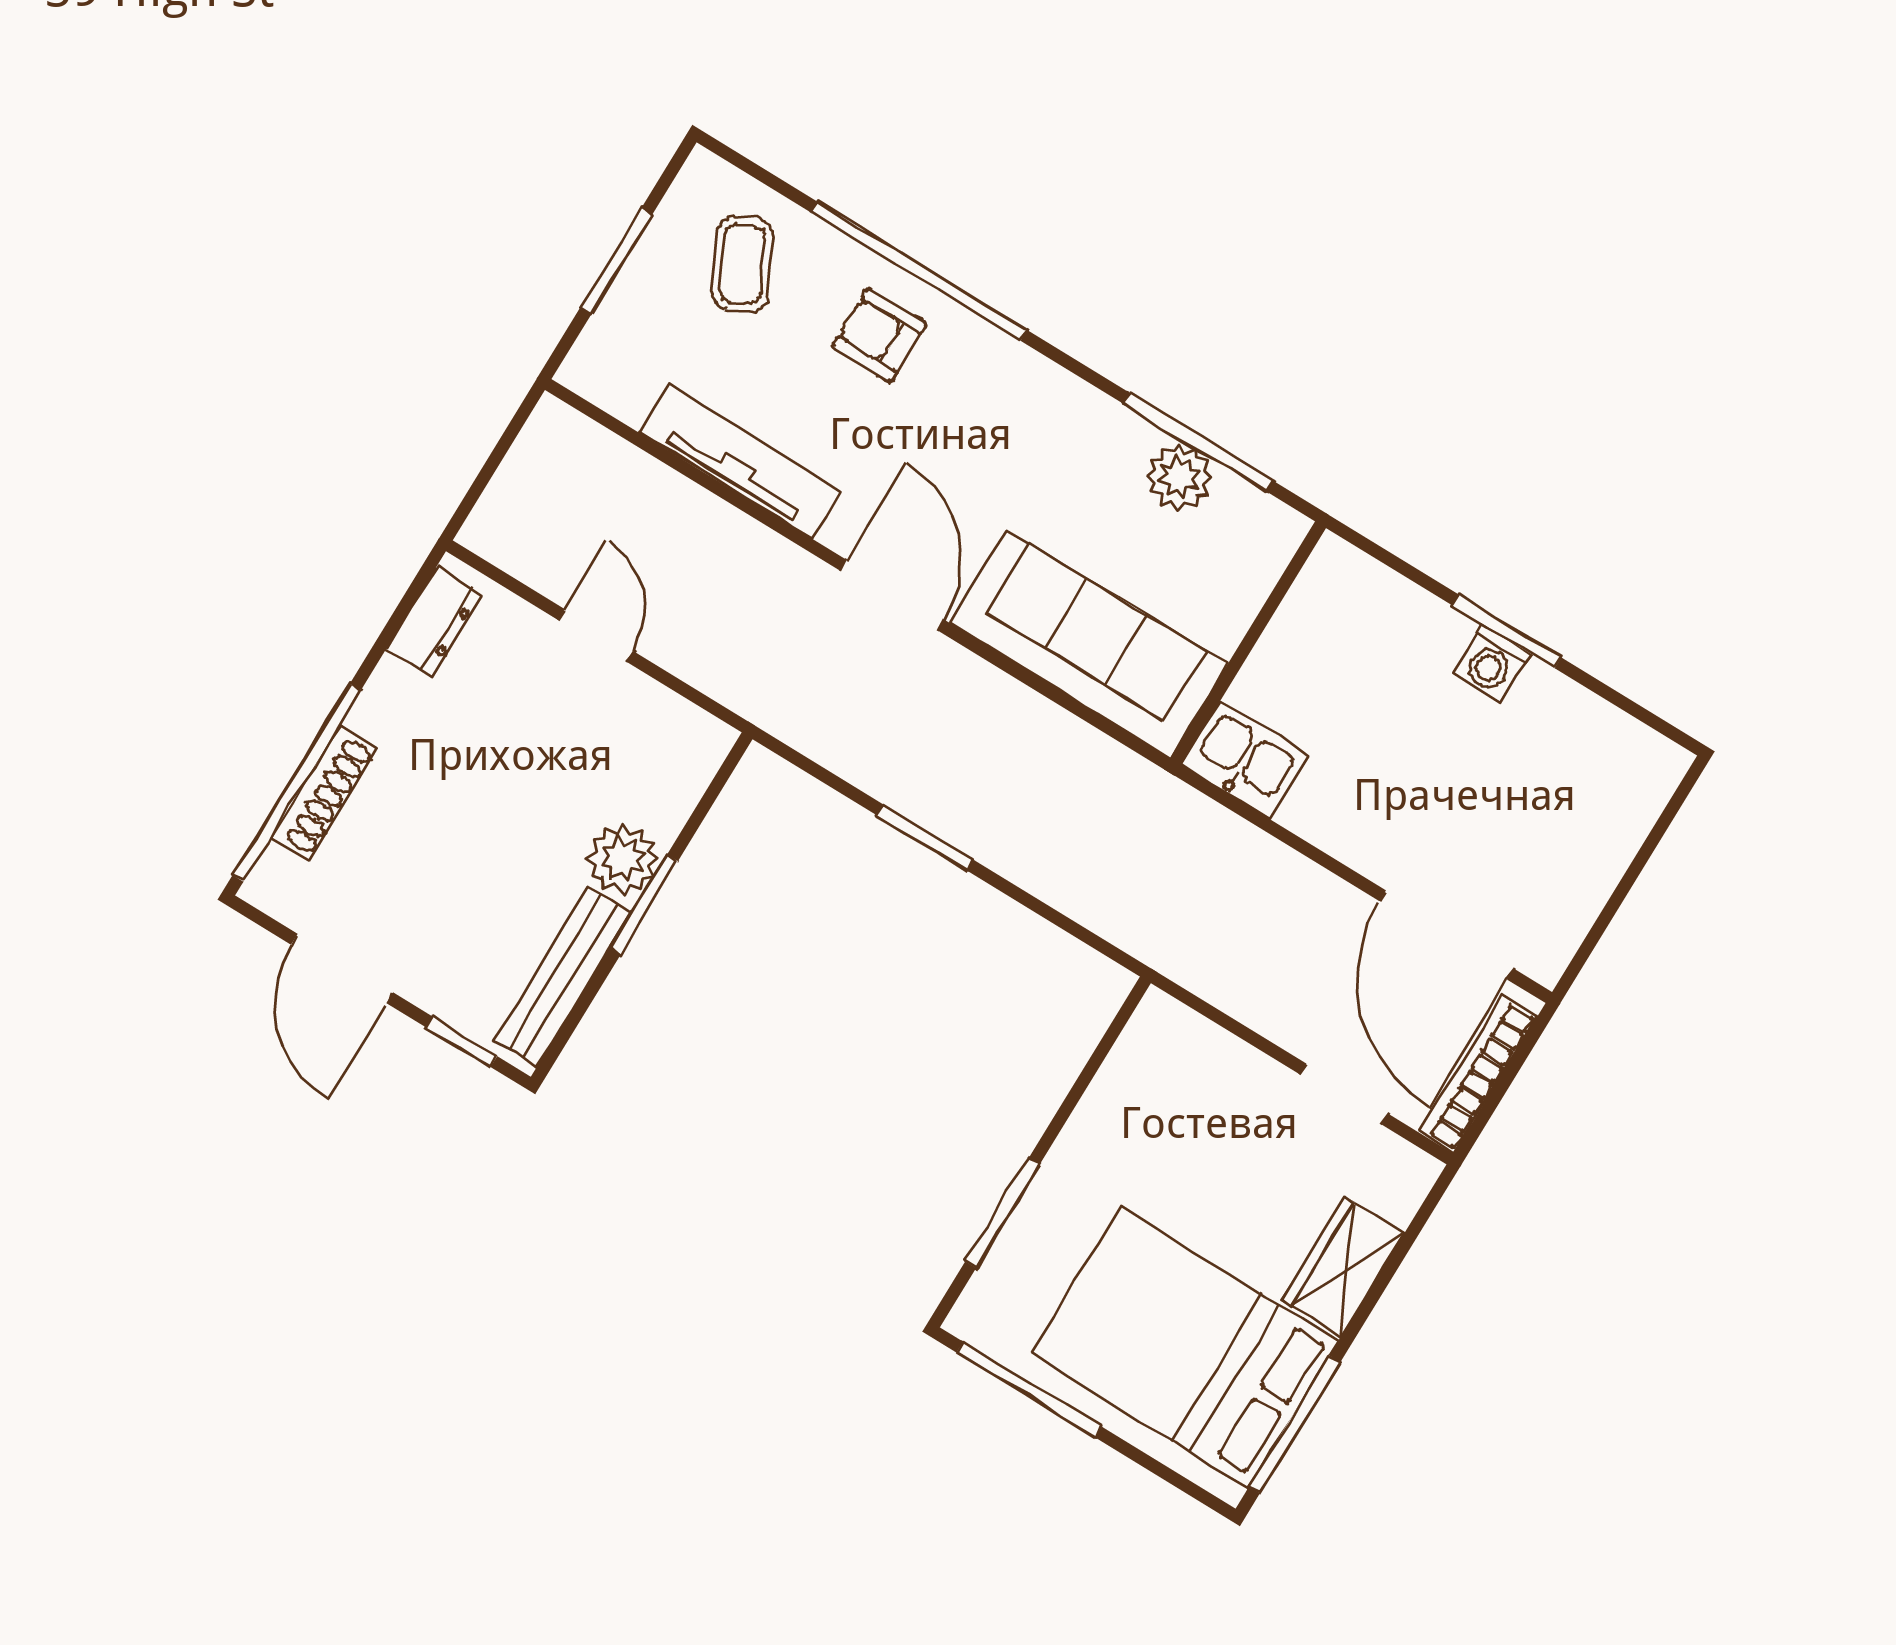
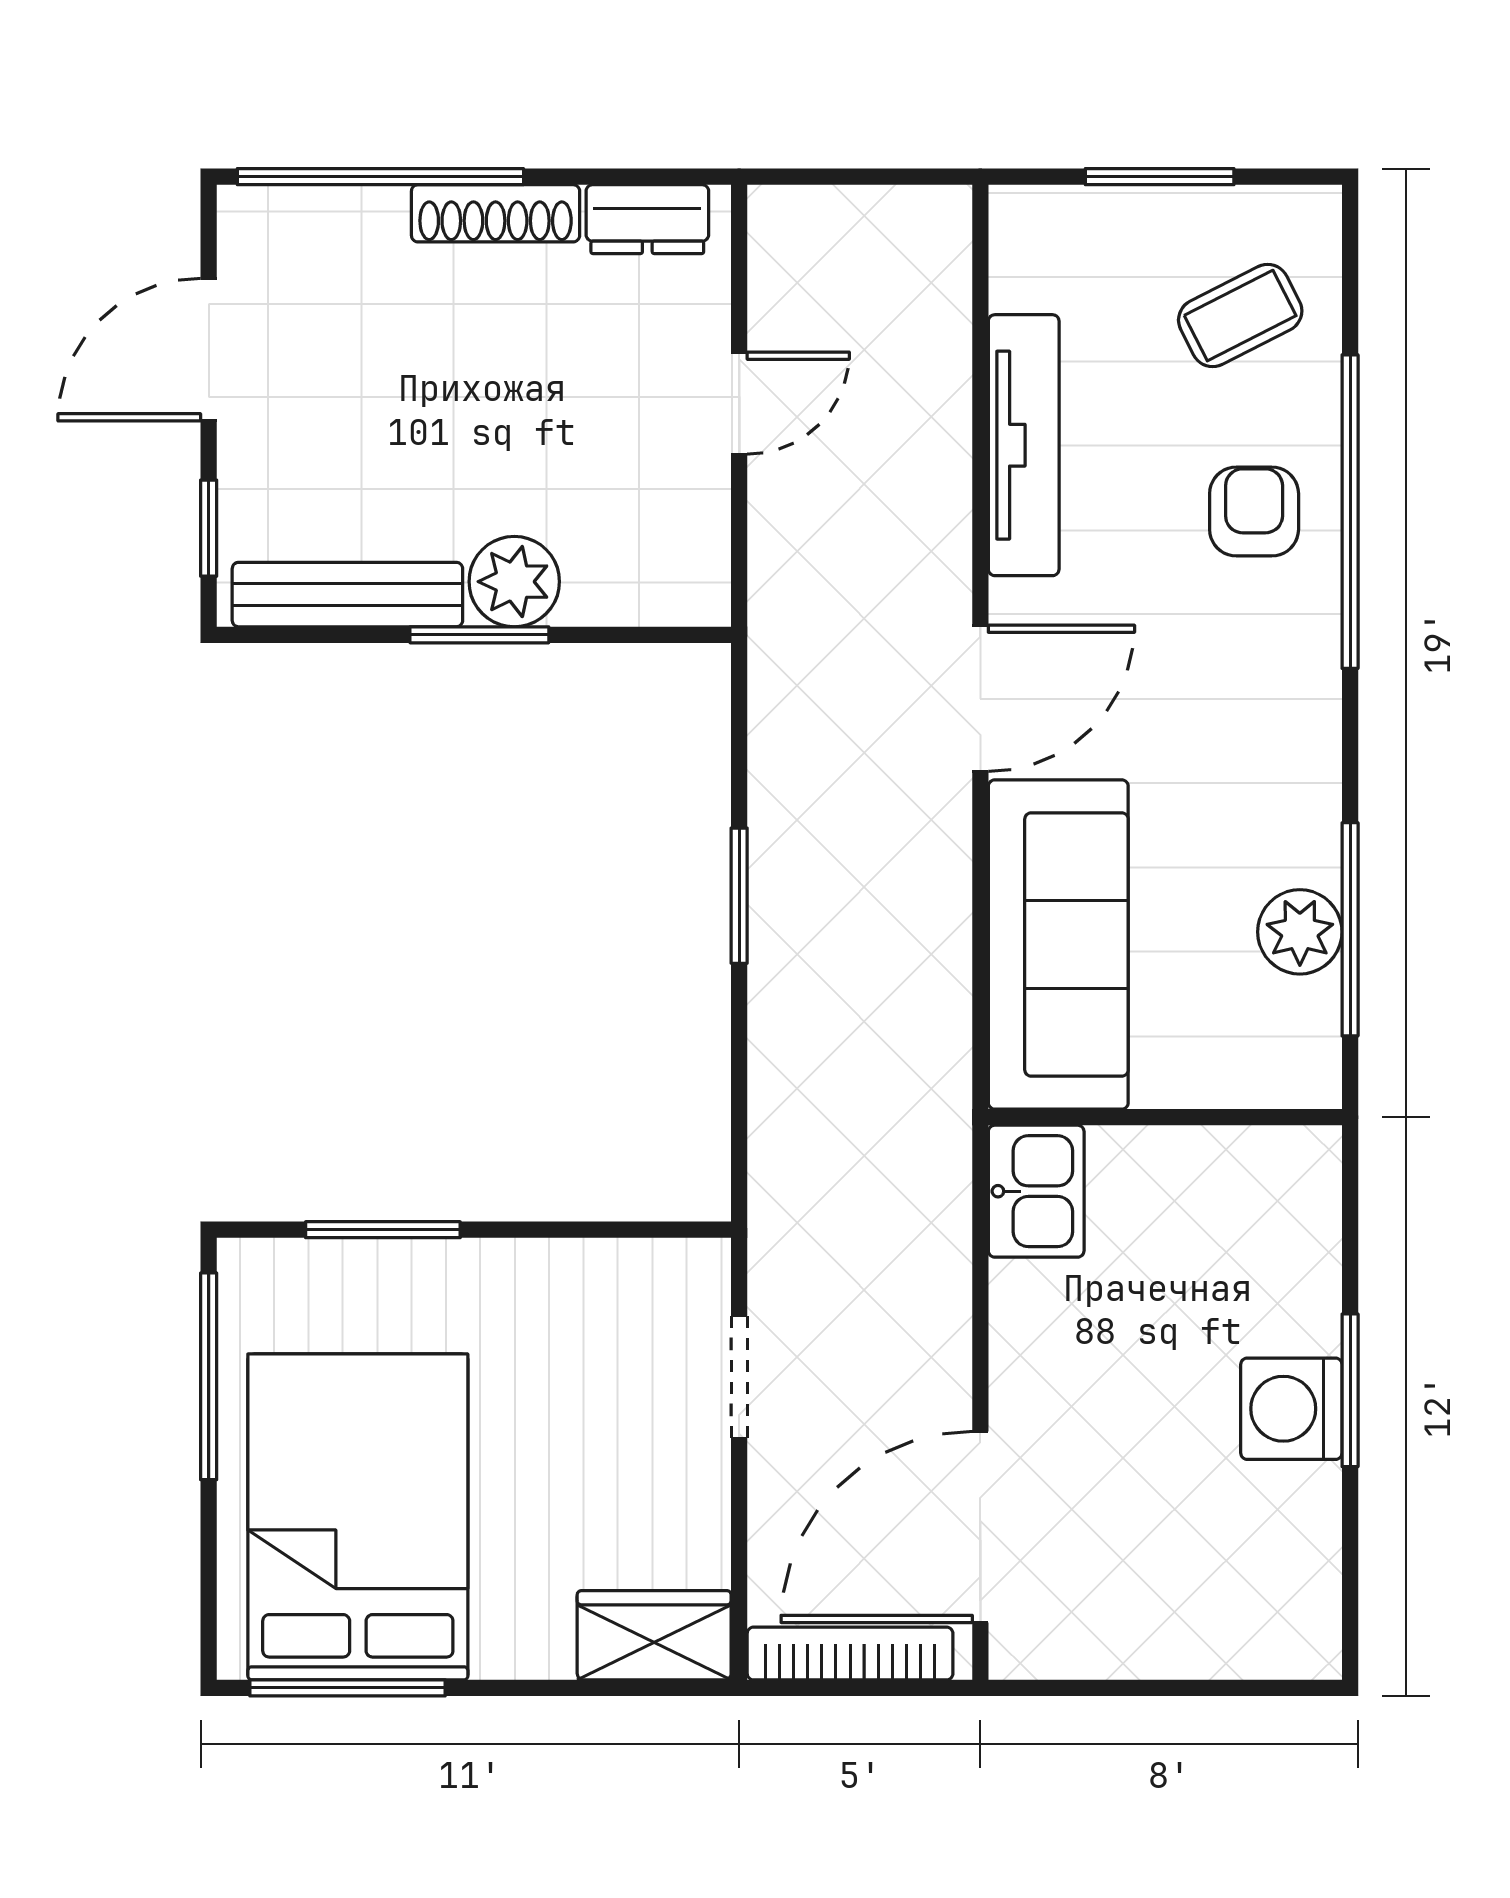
washing machine: (1491, 663) -> (1291, 1409), width x1.38, depth x1.38
shoe rack: (324, 793) -> (496, 213), moved
doorway: (1344, 1094) -> (739, 1377), moved
wardrobe: (1343, 1267) -> (654, 1635), moved

